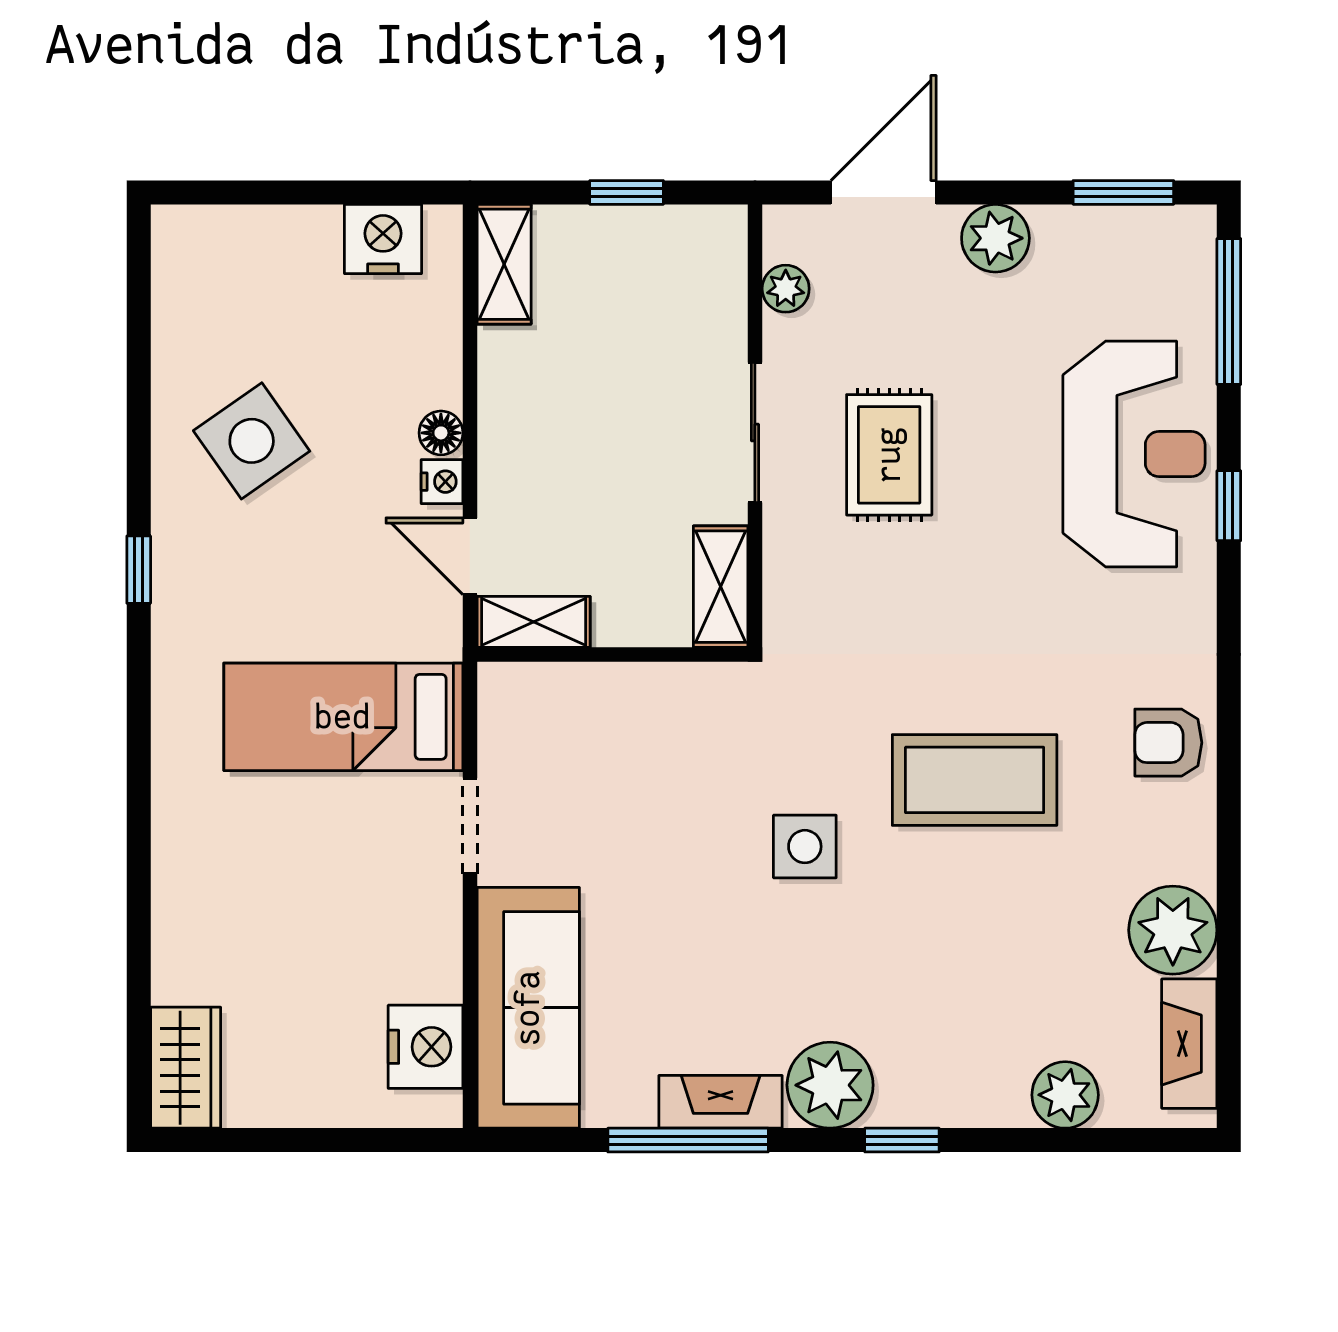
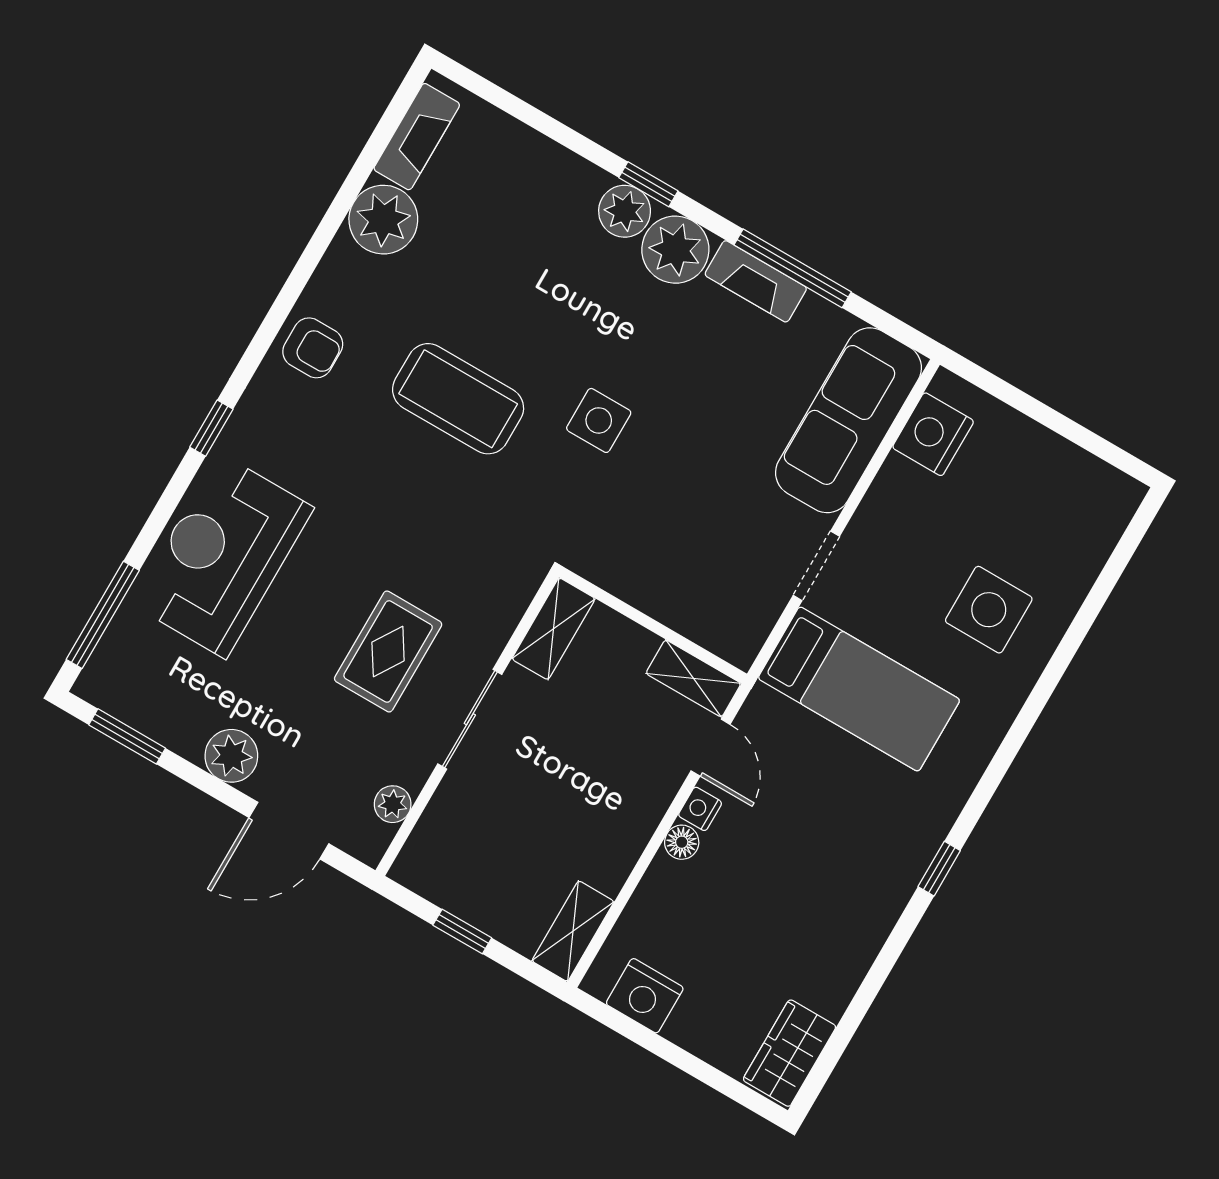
side table: (252, 441) -> (989, 610), moved, turned 35
window: (1229, 506) -> (211, 428), moved
wardrobe: (186, 1068) -> (789, 1053), moved
plant: (1065, 1095) -> (625, 211), moved

